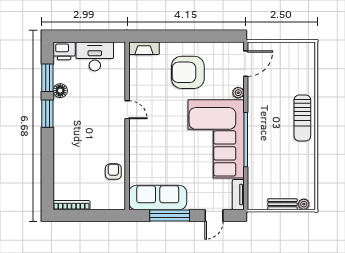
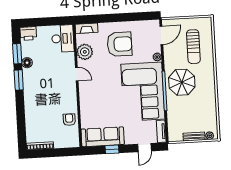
desk: (95, 56) -> (63, 39), moved, turned 90
armchair: (188, 72) -> (120, 44), turned 180
plant: (140, 80) -> (85, 52), added
sun lounger: (302, 118) -> (193, 47), moved
parasol: (270, 129) -> (182, 82), added
window: (170, 215) -> (112, 149), width x0.46

